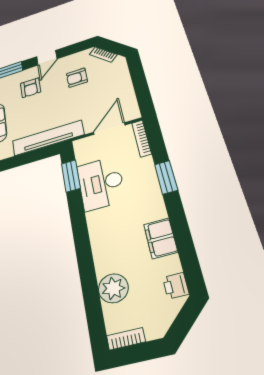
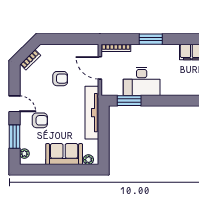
armchair: (77, 78) -> (60, 79), moved, turned -90

